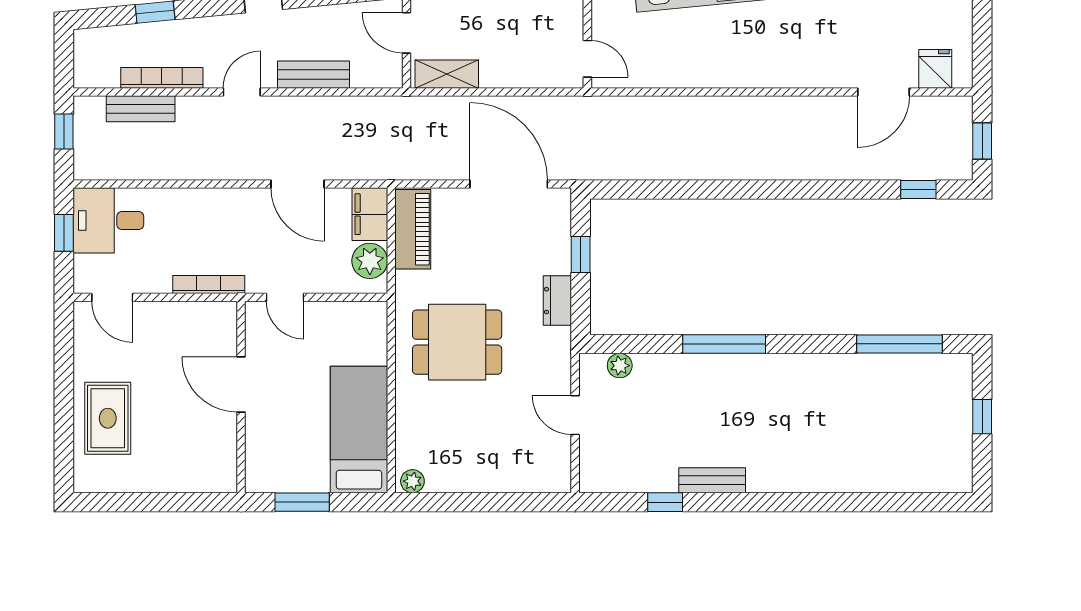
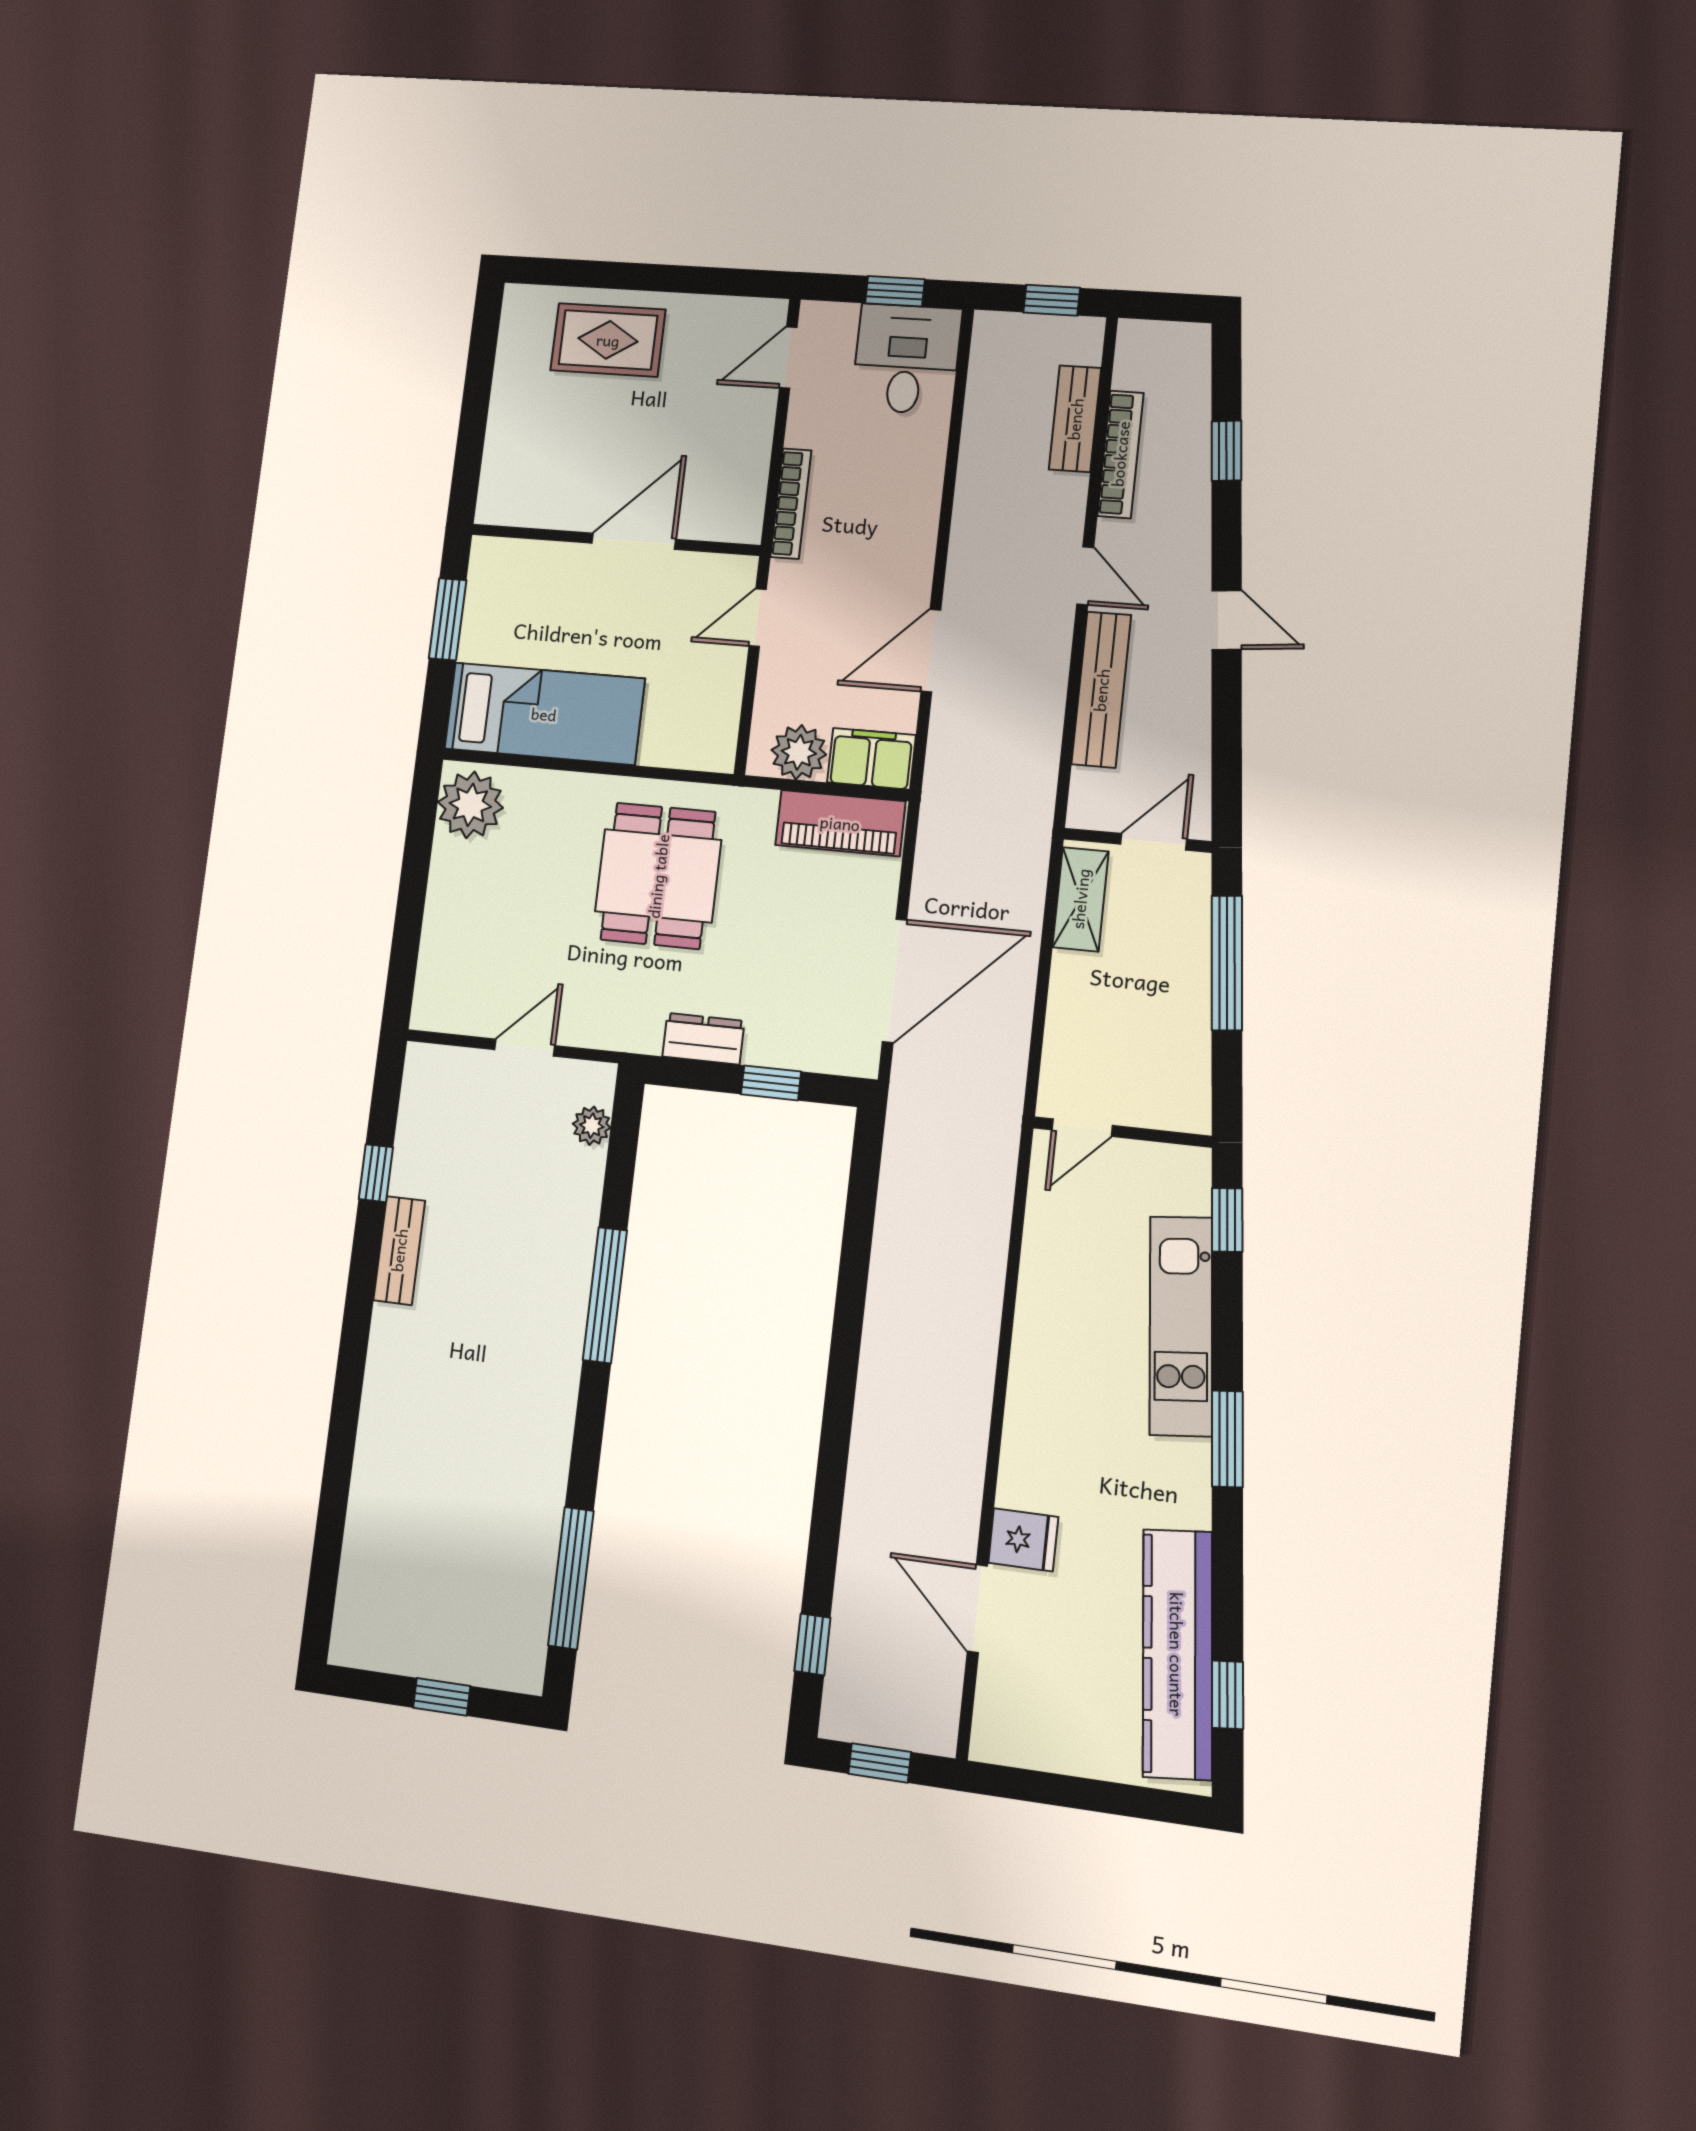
fridge: (935, 69) -> (1023, 1540), moved
bench: (314, 75) -> (1101, 690), width x1.36
plant: (412, 481) -> (470, 805), width x1.88, depth x1.88

